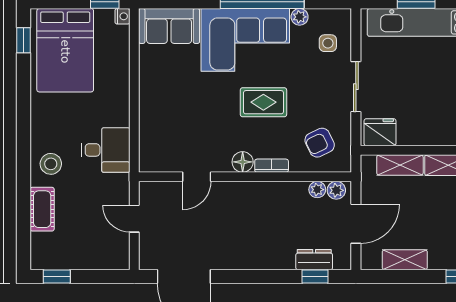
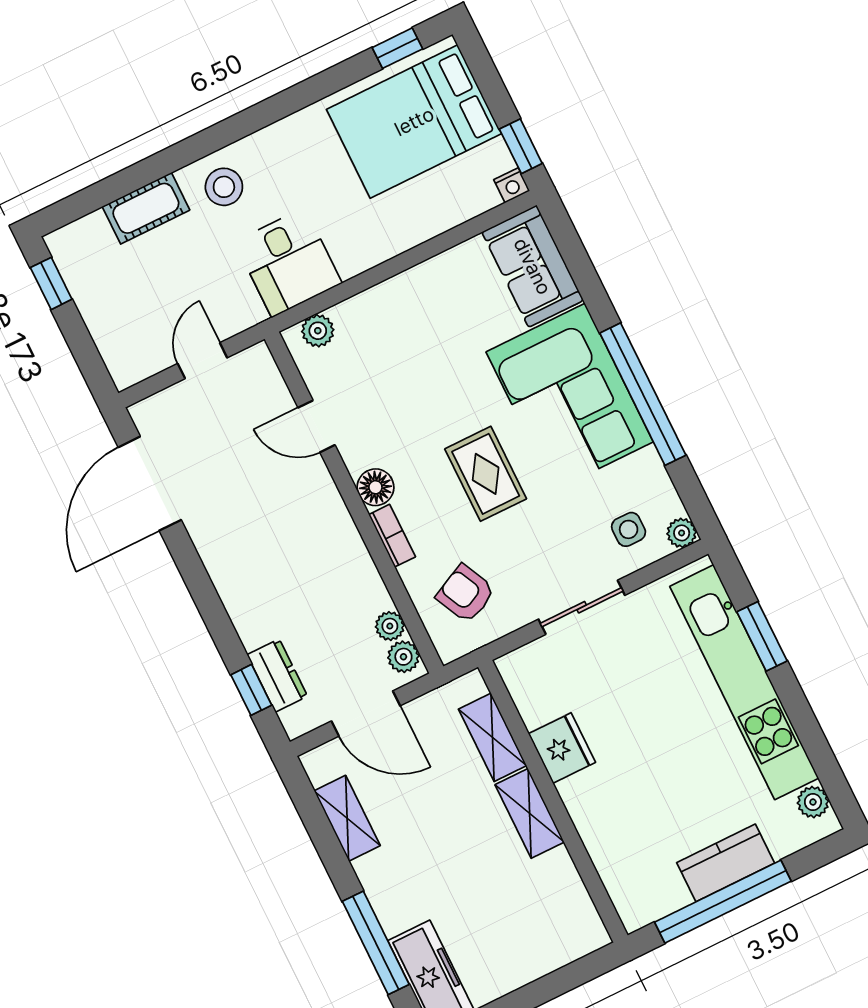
plant: (300, 17) -> (682, 533), moved
fridge: (380, 132) -> (562, 748), moved
plant: (148, 152) -> (318, 331), added

